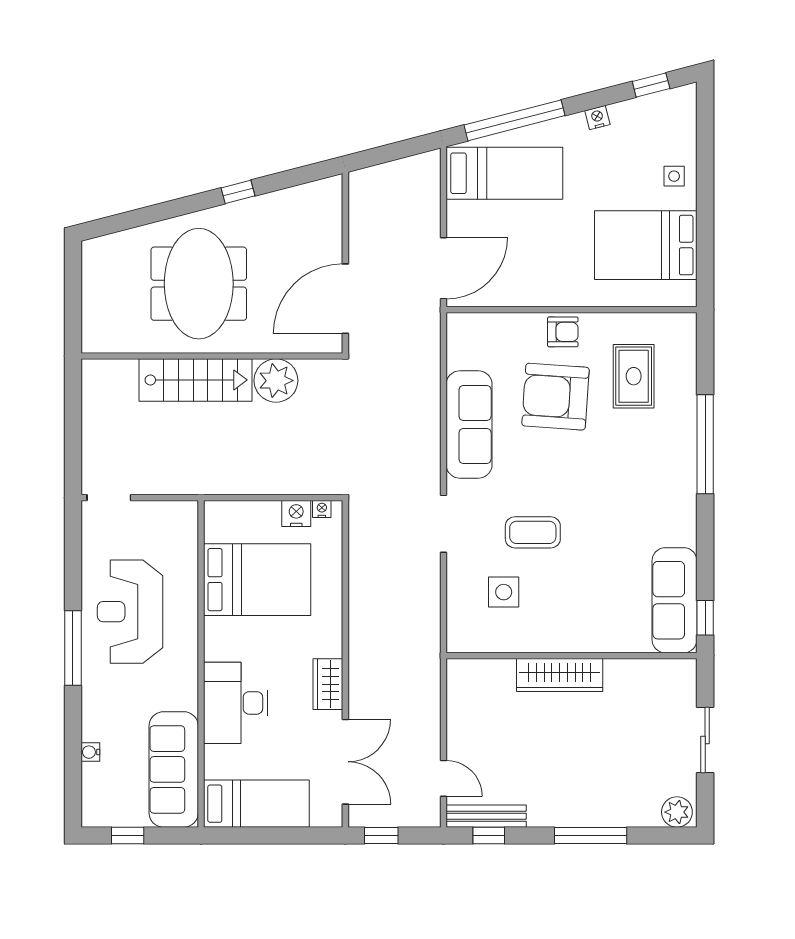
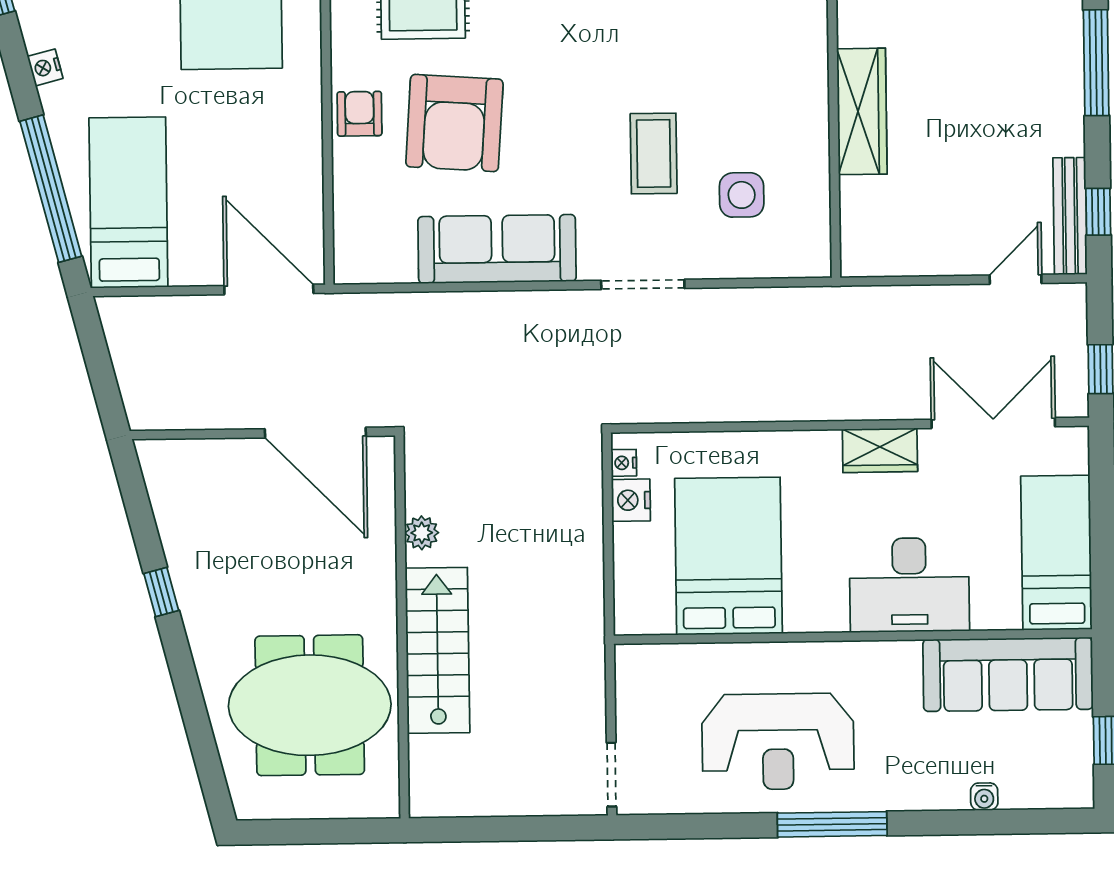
meeting table: (199, 284) -> (310, 705), moved
plant: (276, 381) -> (422, 533), width x0.53, depth x0.53

